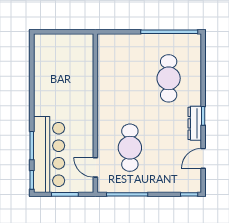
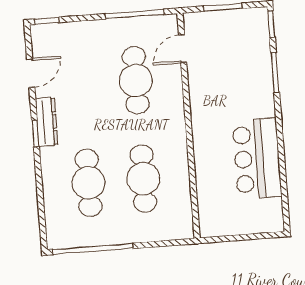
cafe table: (130, 78) -> (143, 179), added
bar counter: (49, 154) -> (257, 159), moved, width x0.73
door: (95, 167) -> (183, 49), swing flipped

